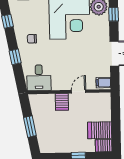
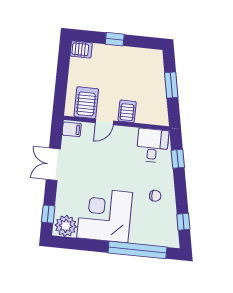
window: (15, 57) -> (178, 159), moved
server rack: (100, 130) -> (86, 103), moved, turned -90

